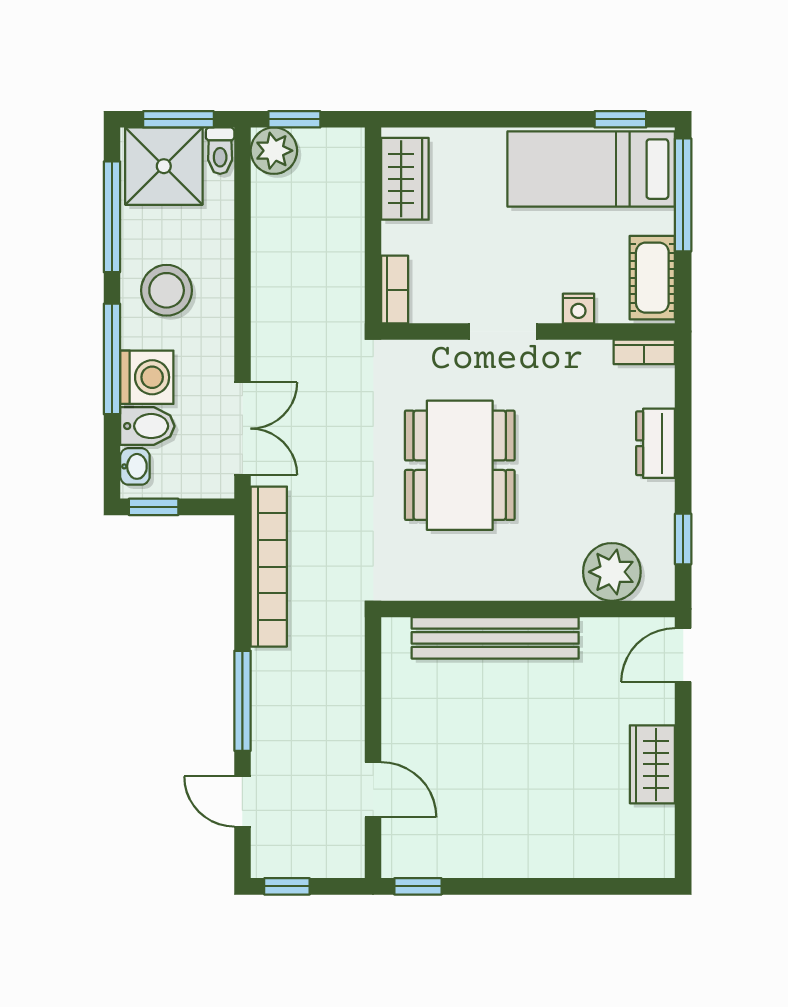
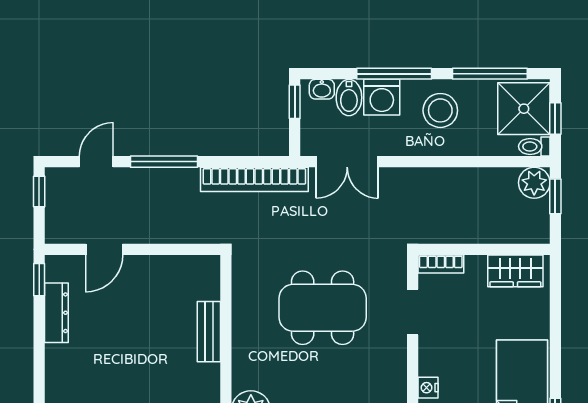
window: (178, 119) -> (555, 118), width x0.67
doorway: (503, 331) -> (413, 312), moved
bench: (495, 638) -> (209, 332), width x0.54, depth x0.82
dresser: (467, 861) -> (56, 313), added

